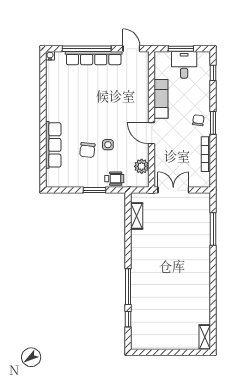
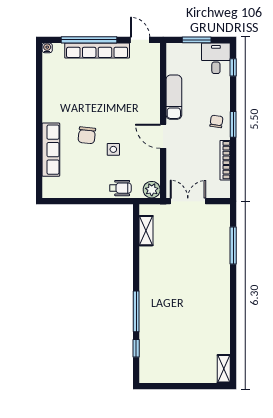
desk: (184, 65) -> (216, 58), moved
chair: (87, 150) -> (87, 135), moved
plant: (142, 166) -> (152, 190), moved
window: (95, 190) -> (98, 201), removed

